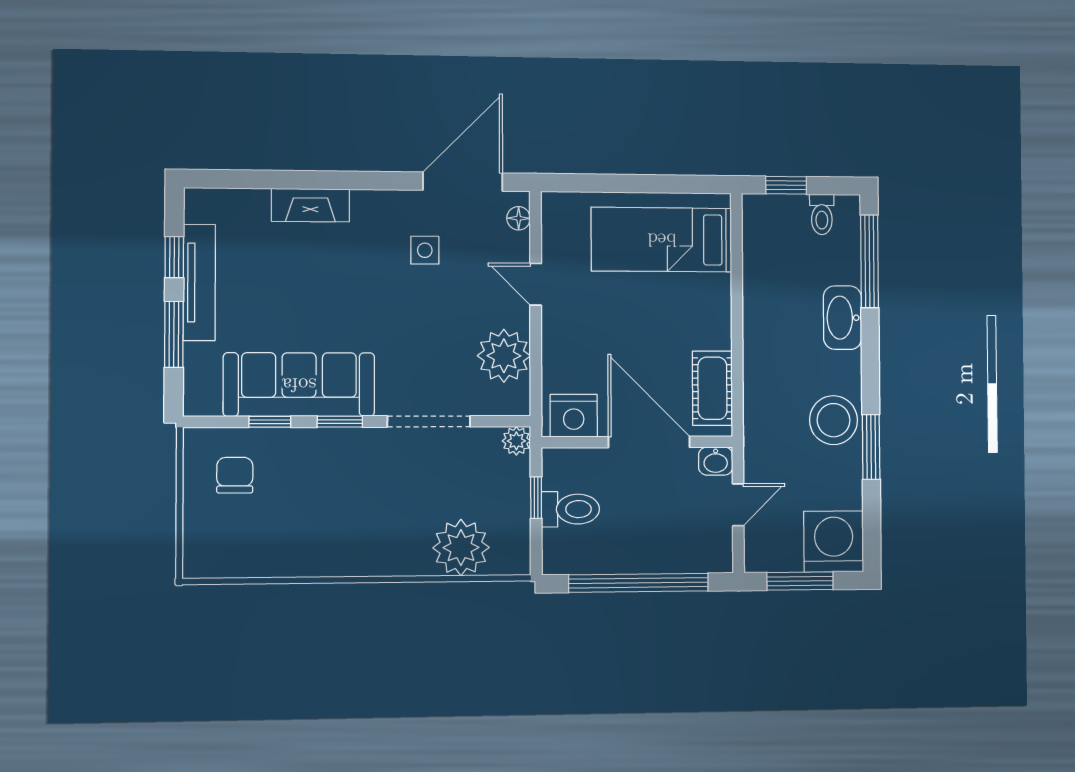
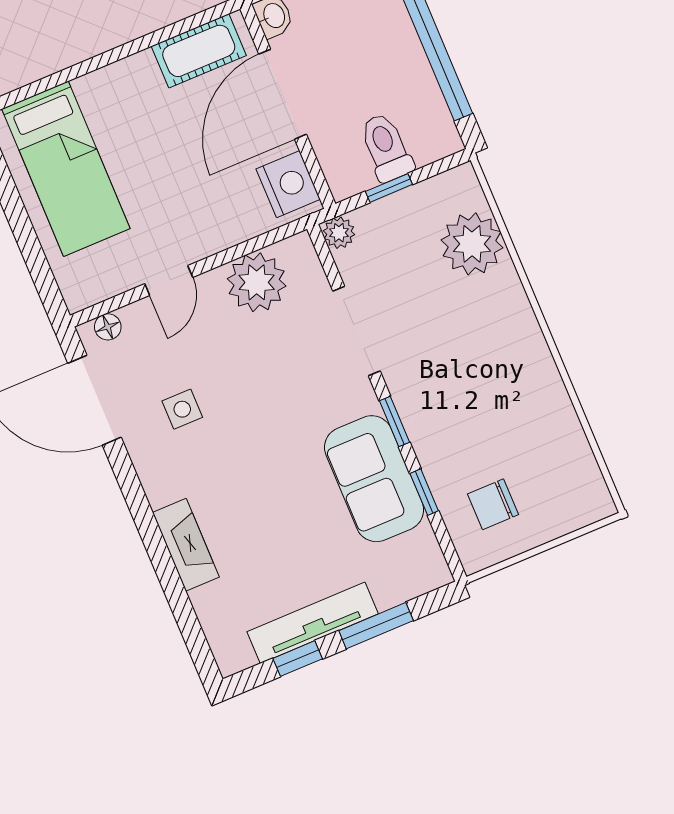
sofa: (299, 385) -> (374, 479), width x0.73

